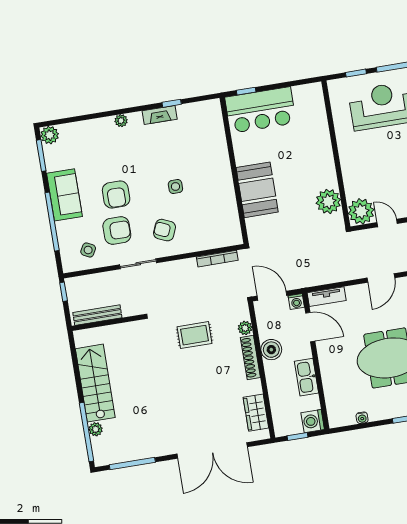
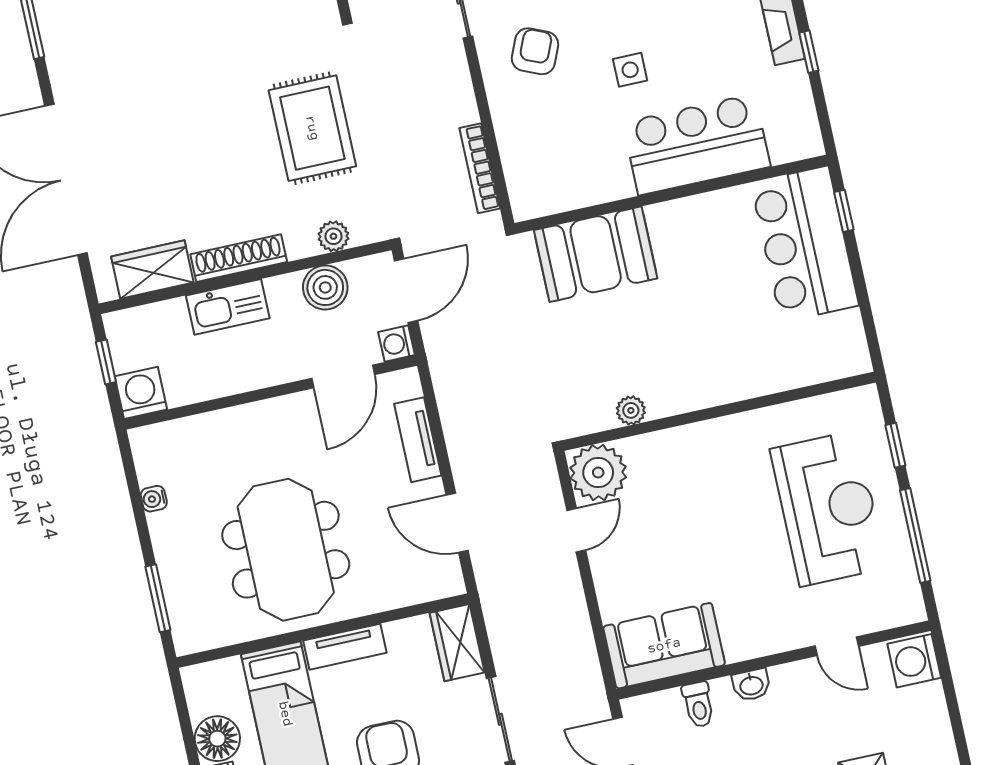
bar counter: (212, 158) -> (697, 145), added
booth: (257, 190) -> (596, 254), moved
plant: (328, 201) -> (631, 410), width x0.53, depth x0.53
tv unit: (327, 297) -> (418, 440), moved
rug: (195, 335) -> (312, 128), width x1.36, depth x1.43
boiler: (271, 350) -> (325, 287), moved
shoe rack: (250, 357) -> (239, 258), moved
kitchen sink: (306, 377) -> (228, 307), moved, turned 180

